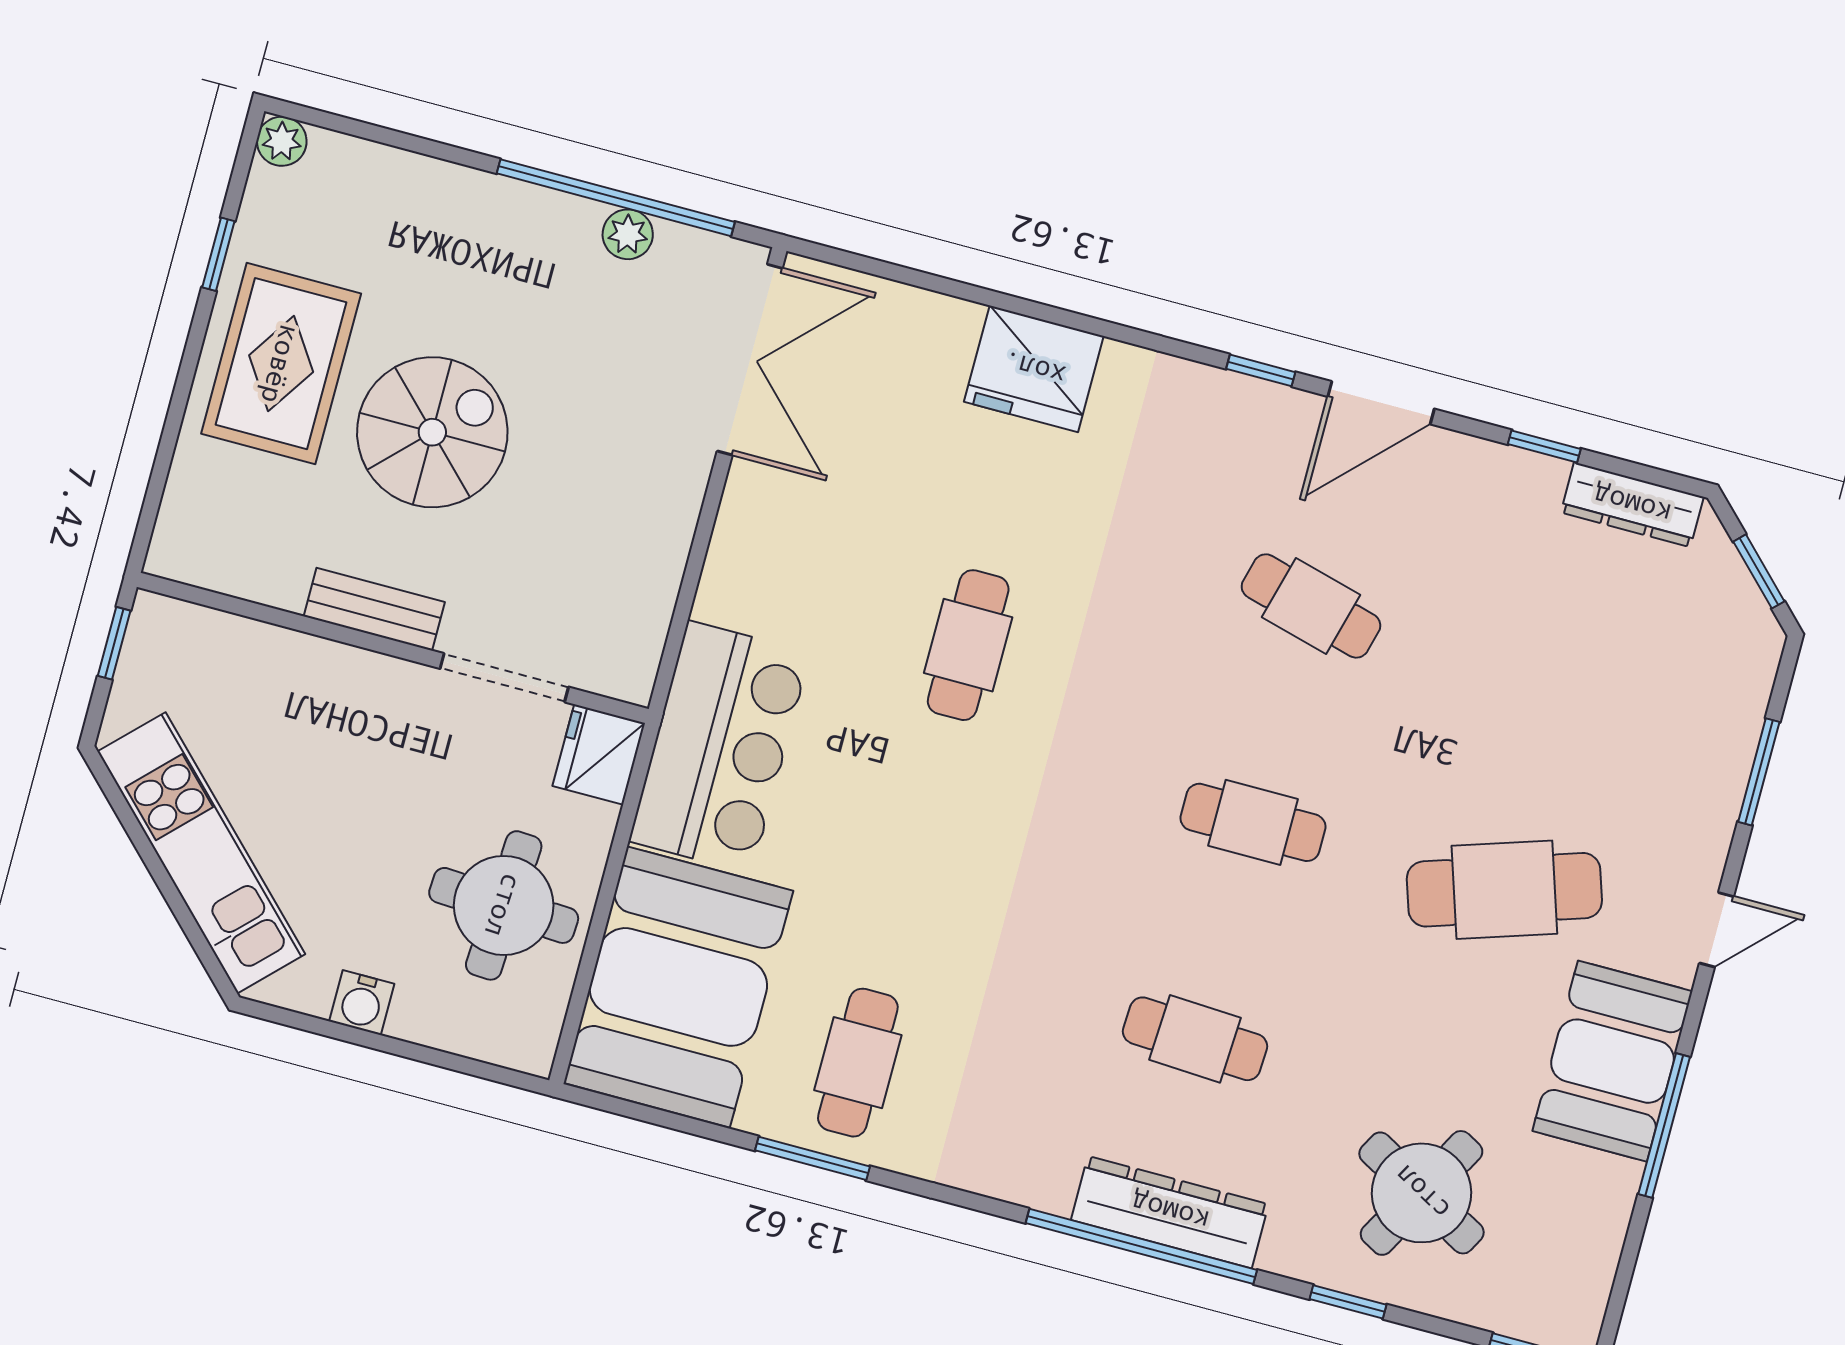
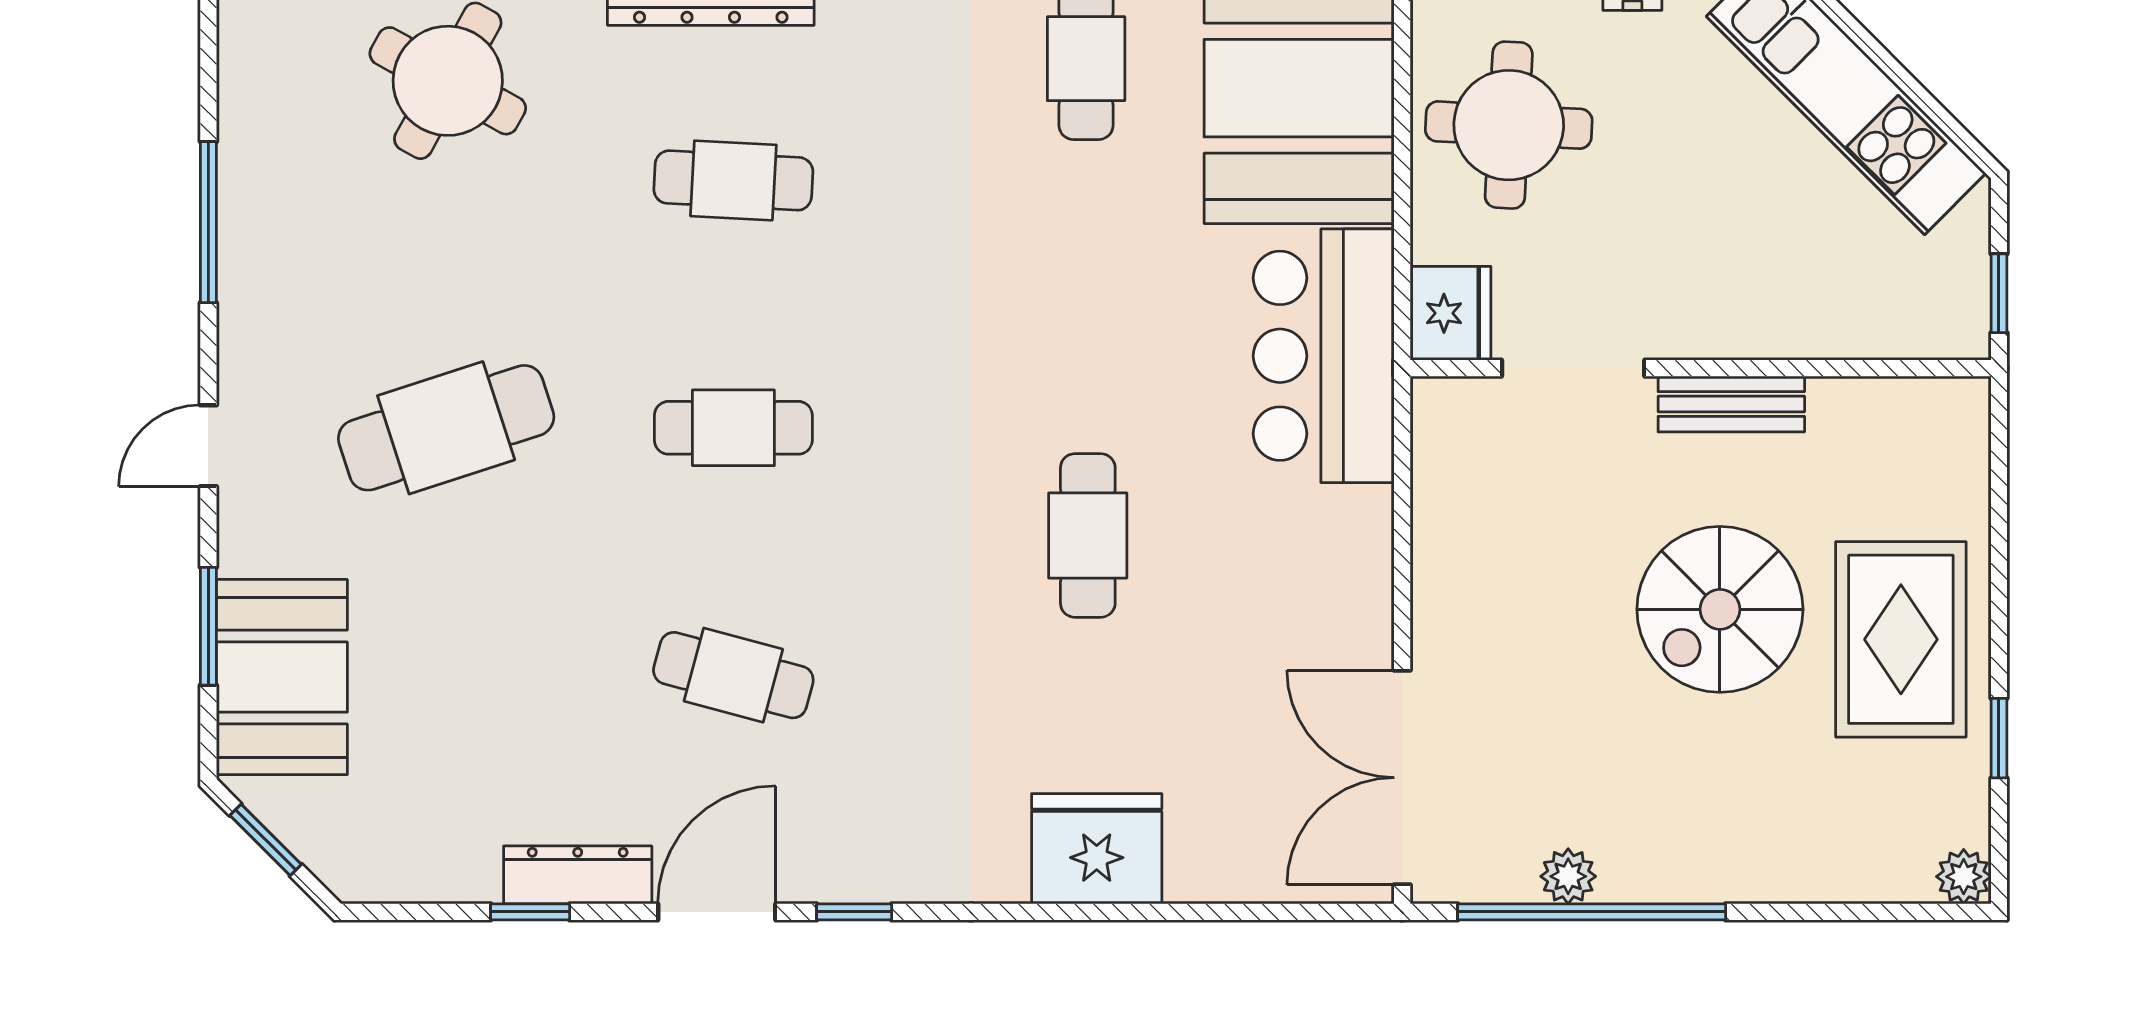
dresser: (1632, 505) -> (578, 875), moved
booth: (1612, 1061) -> (282, 677), moved

